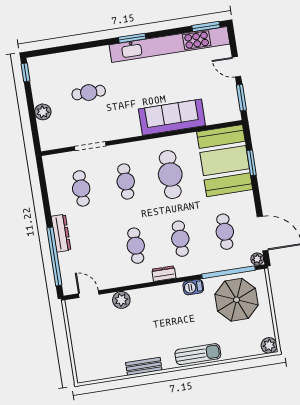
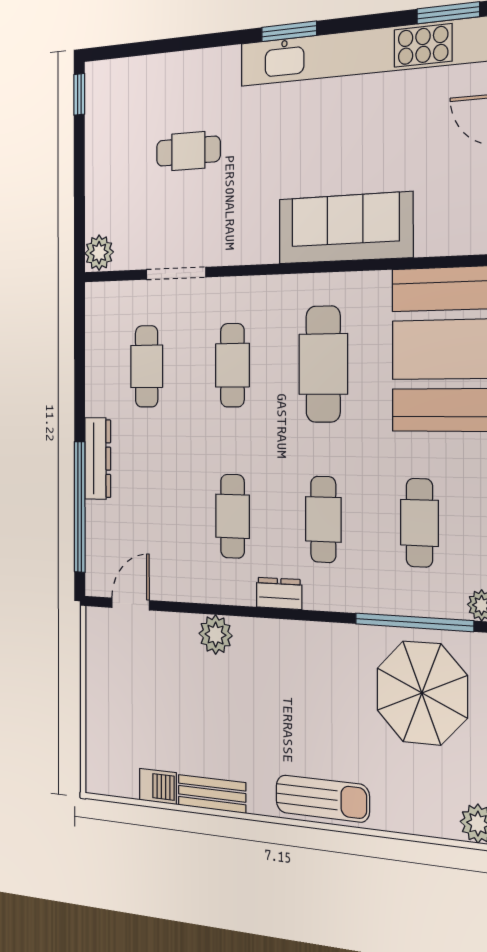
plant: (43, 112) -> (99, 253), moved
barbecue: (193, 287) -> (158, 786), moved, turned 180
door: (89, 294) -> (131, 604), hinge flipped
plant: (121, 300) -> (216, 635), moved

